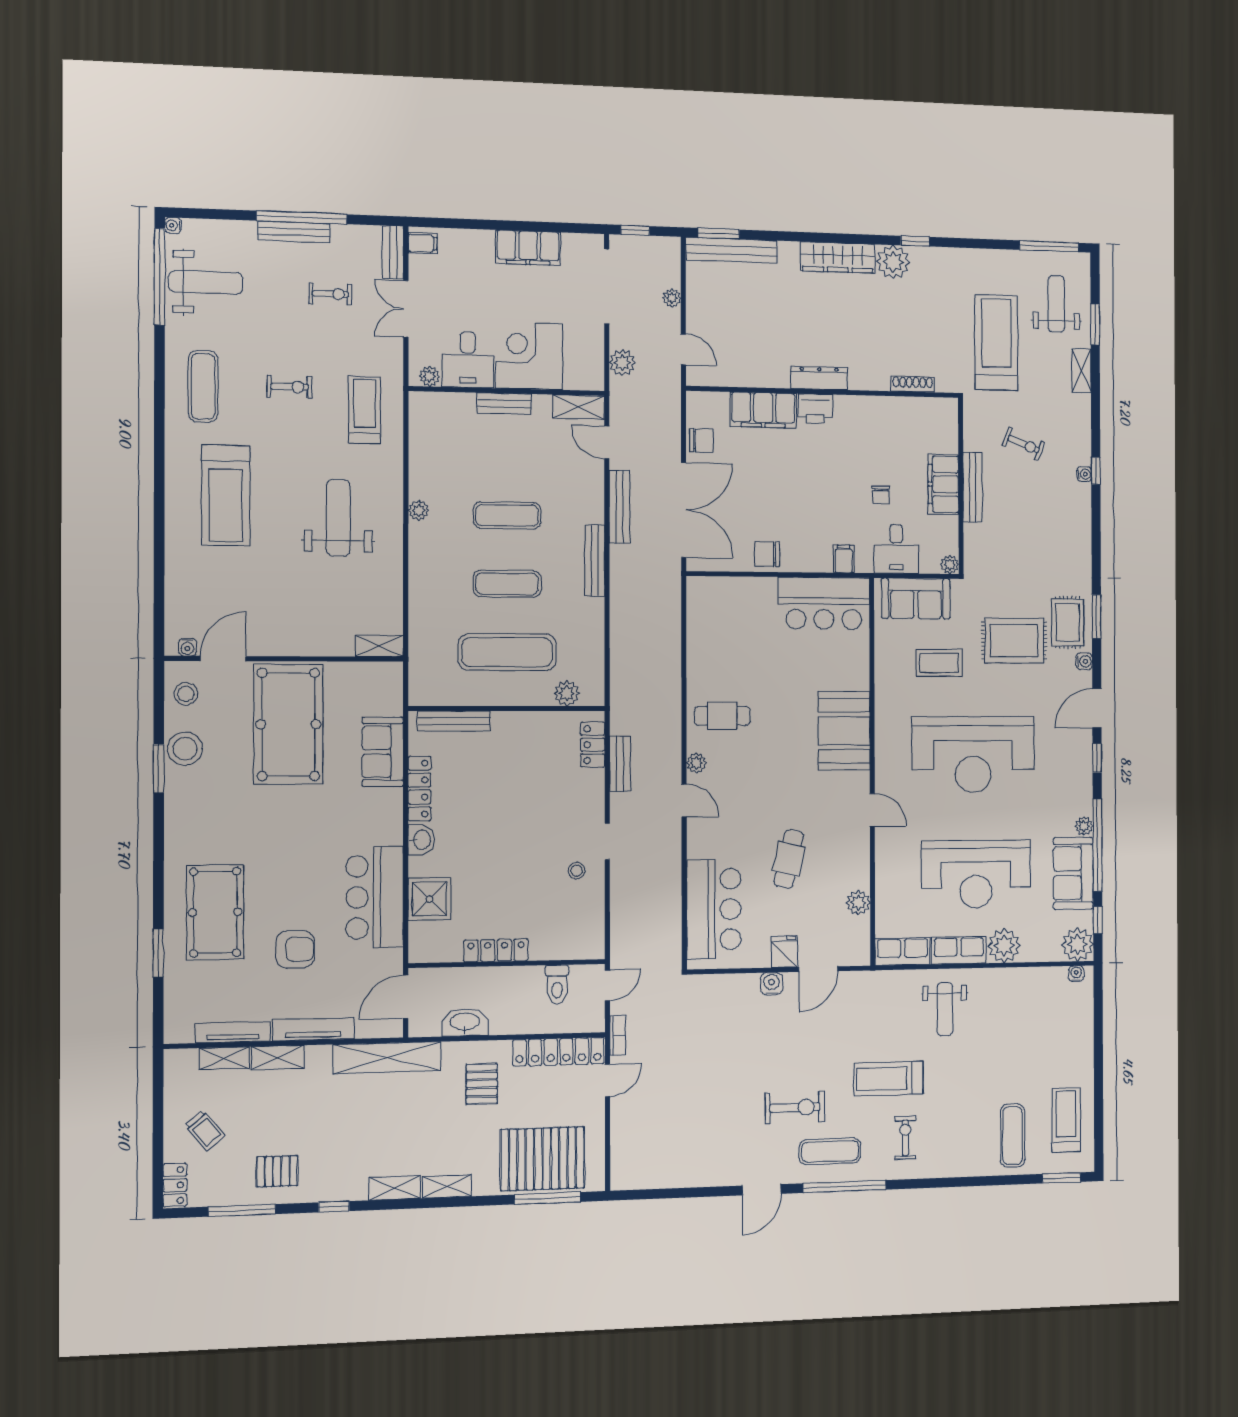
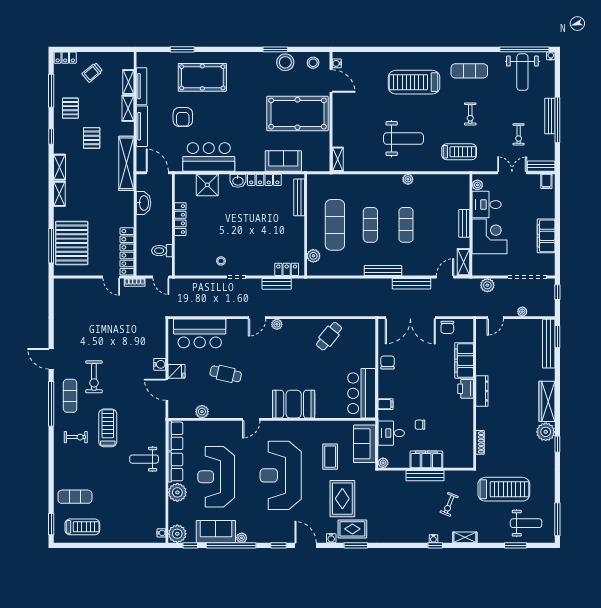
shelving: (1081, 371) -> (465, 537), moved
cafe table: (722, 716) -> (329, 336), moved, turned 39
pallet: (482, 1084) -> (92, 138), moved, turned 90

